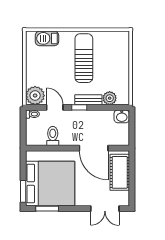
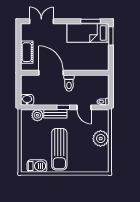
barbecue: (47, 38) -> (37, 166), moved
plant: (35, 96) -> (101, 139), moved
toilet: (53, 136) -> (69, 83), moved
cot: (120, 172) -> (27, 52), width x0.73, depth x0.75
bed: (50, 184) -> (88, 33), width x0.49

